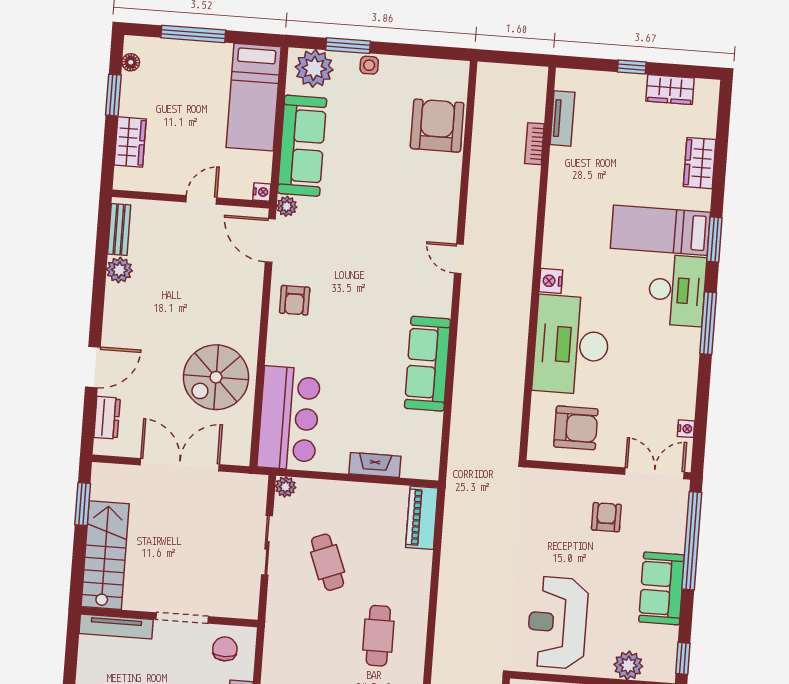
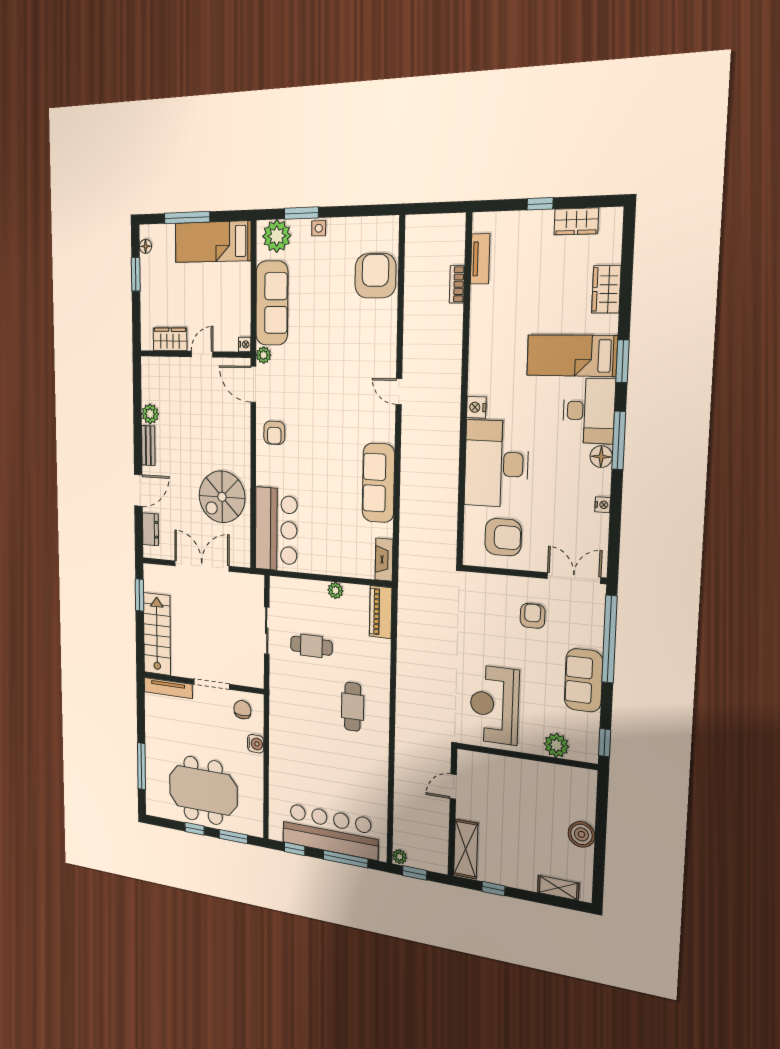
bed: (254, 97) -> (213, 242), moved, turned 90
wardrobe: (130, 142) -> (170, 339), moved, turned -90
bench: (119, 230) -> (148, 446), moved
floor lamp: (689, 340) -> (601, 457), added
nightstand: (686, 429) -> (603, 505), moved
fireplace: (375, 465) -> (384, 560), moved, turned -90
plant: (285, 487) -> (335, 590), moved
cafe table: (328, 562) -> (311, 646), turned -69

